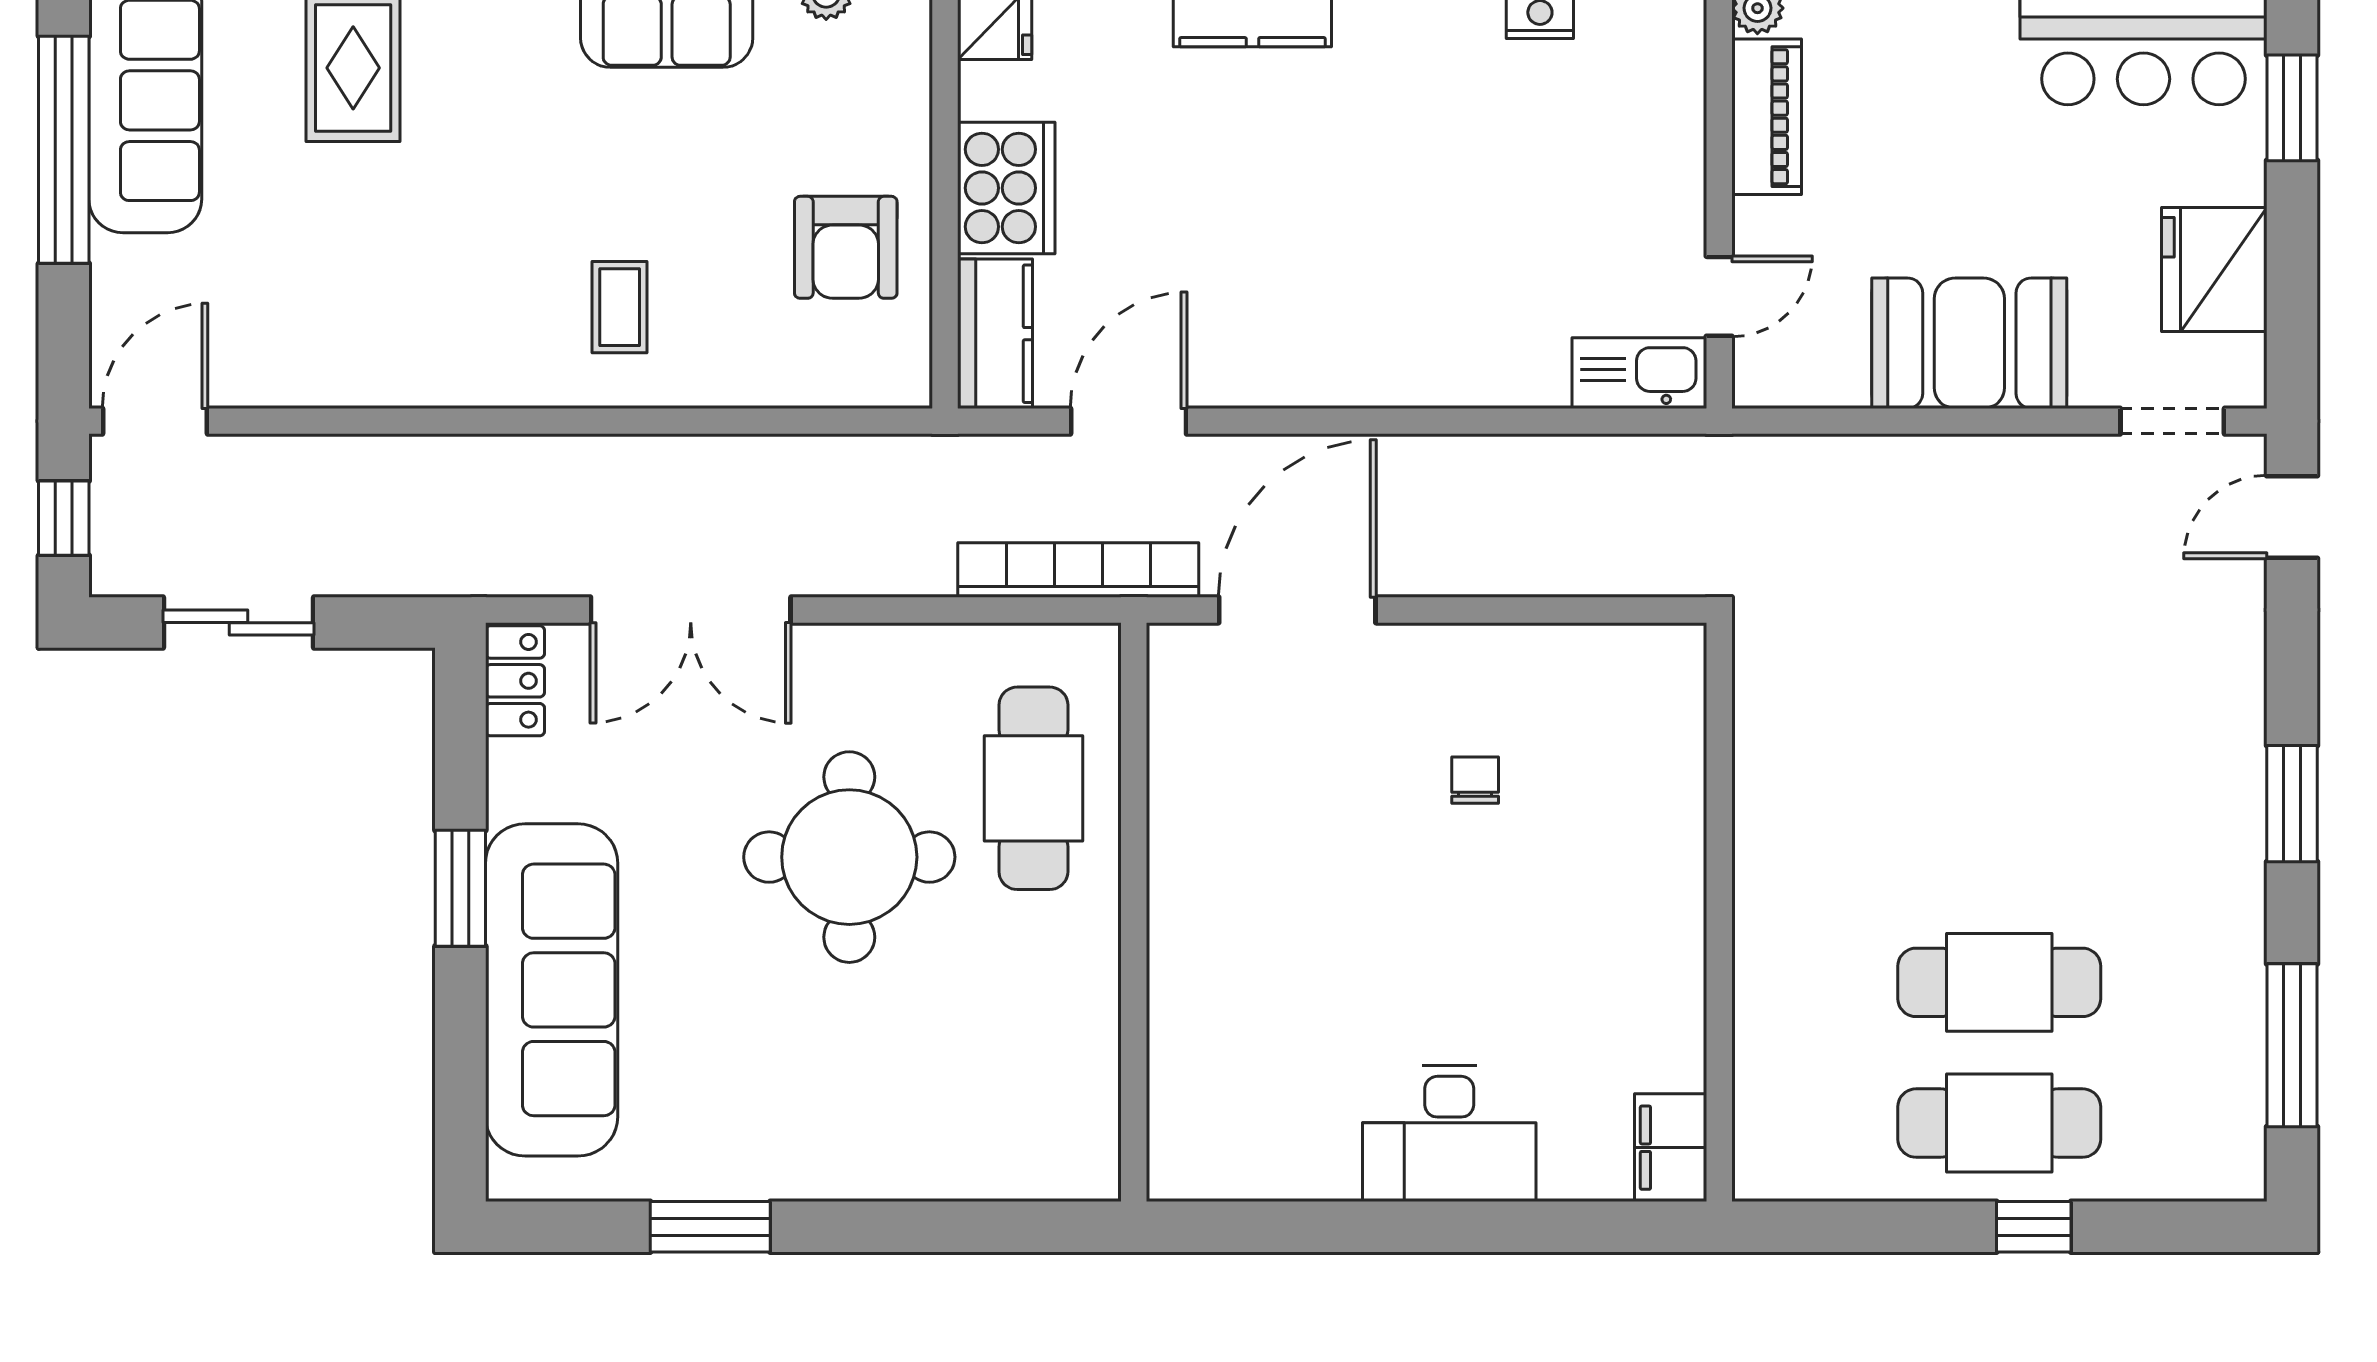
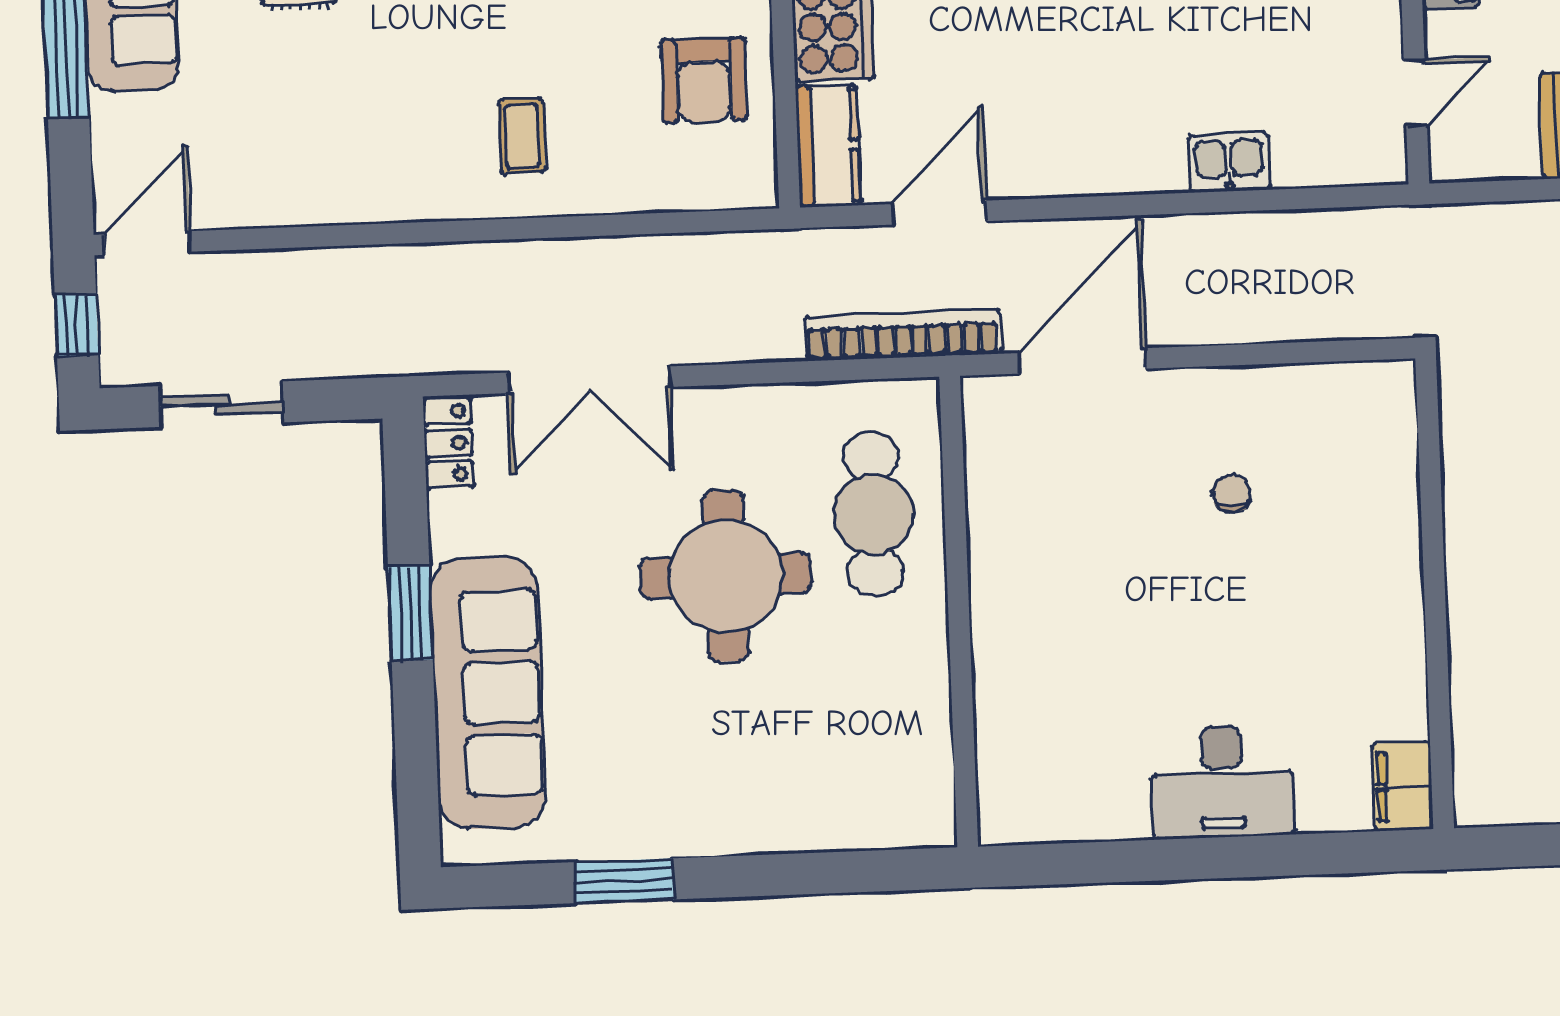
kitchen sink: (1639, 373) -> (1229, 162), moved, width x0.73

